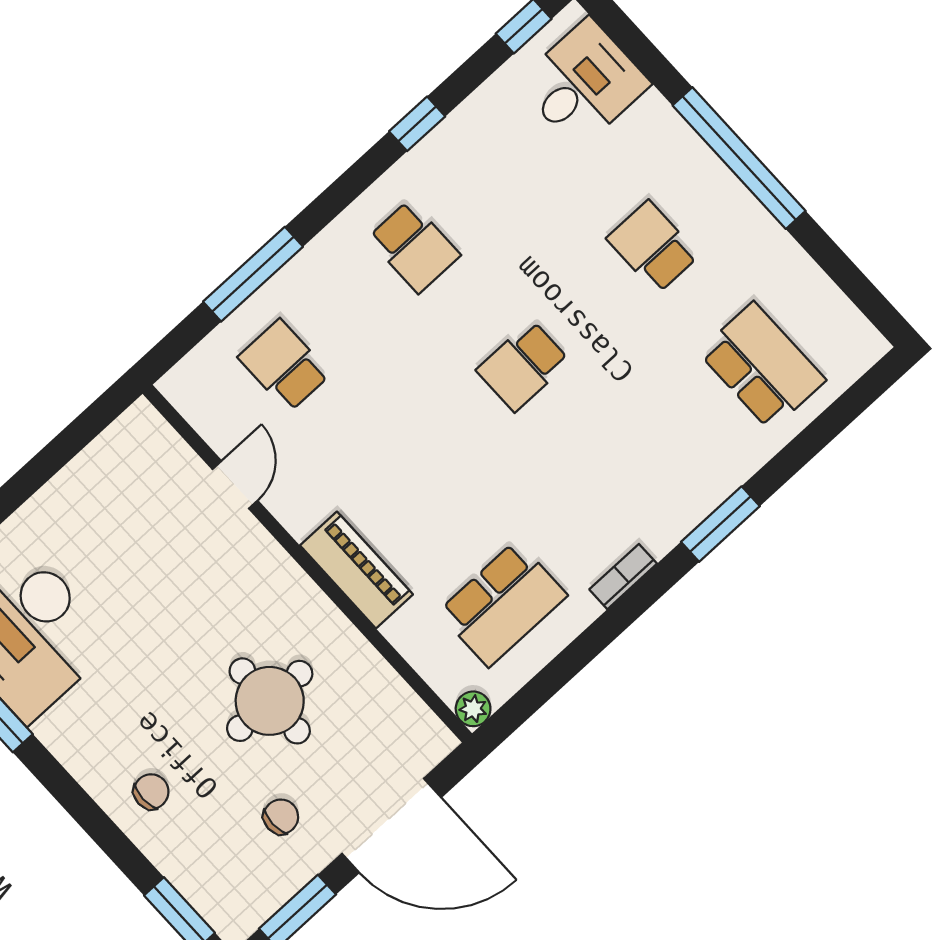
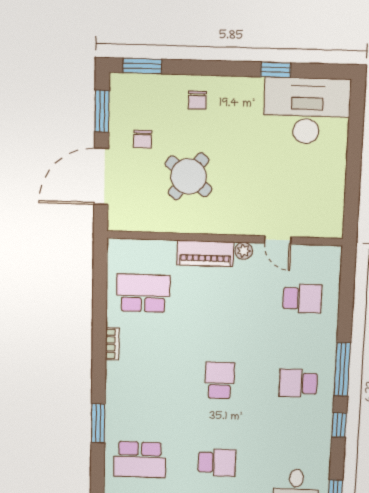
window: (253, 274) -> (342, 369), moved
window: (720, 524) -> (98, 423), moved
school desk: (503, 604) -> (143, 293), turned 90
round table: (270, 701) -> (188, 176), turned 37
plant: (473, 709) -> (244, 251), moved

